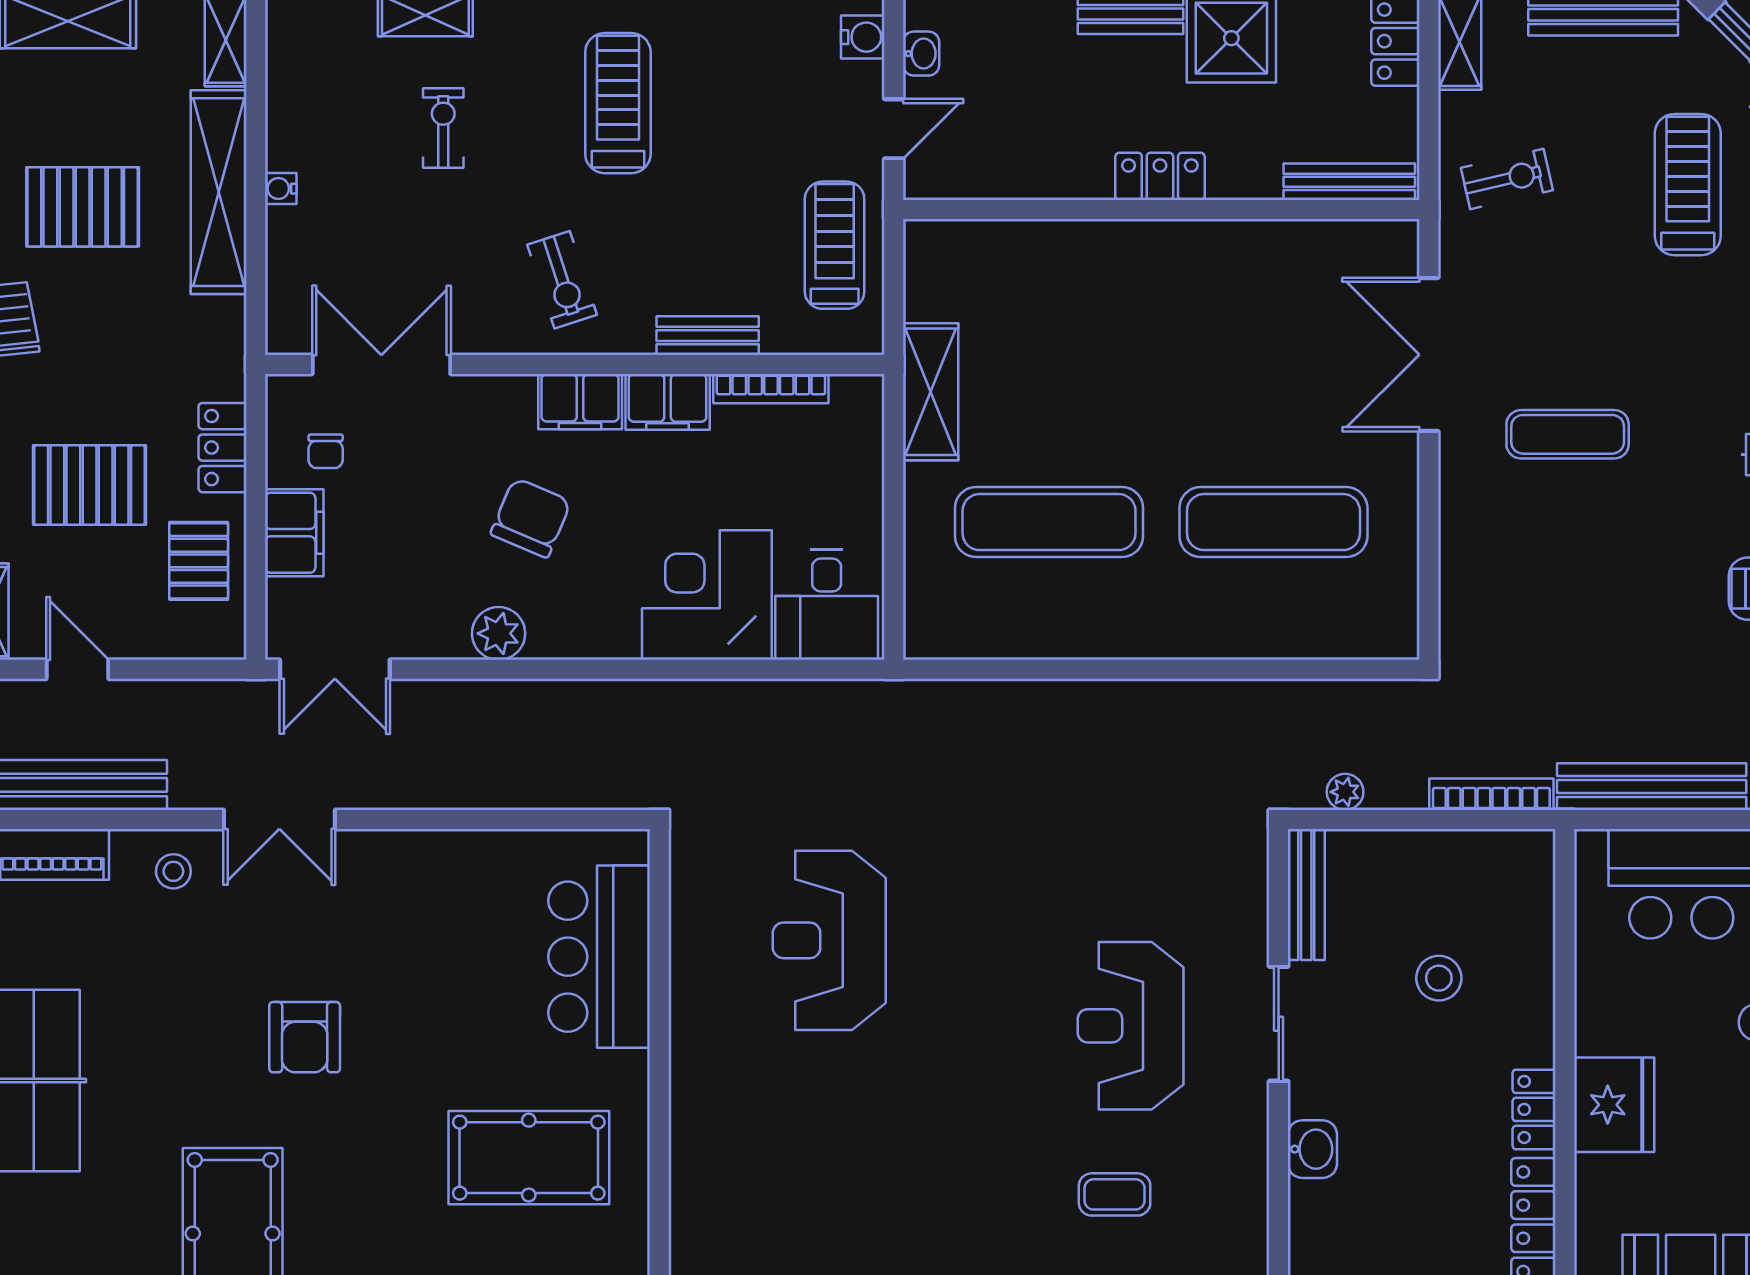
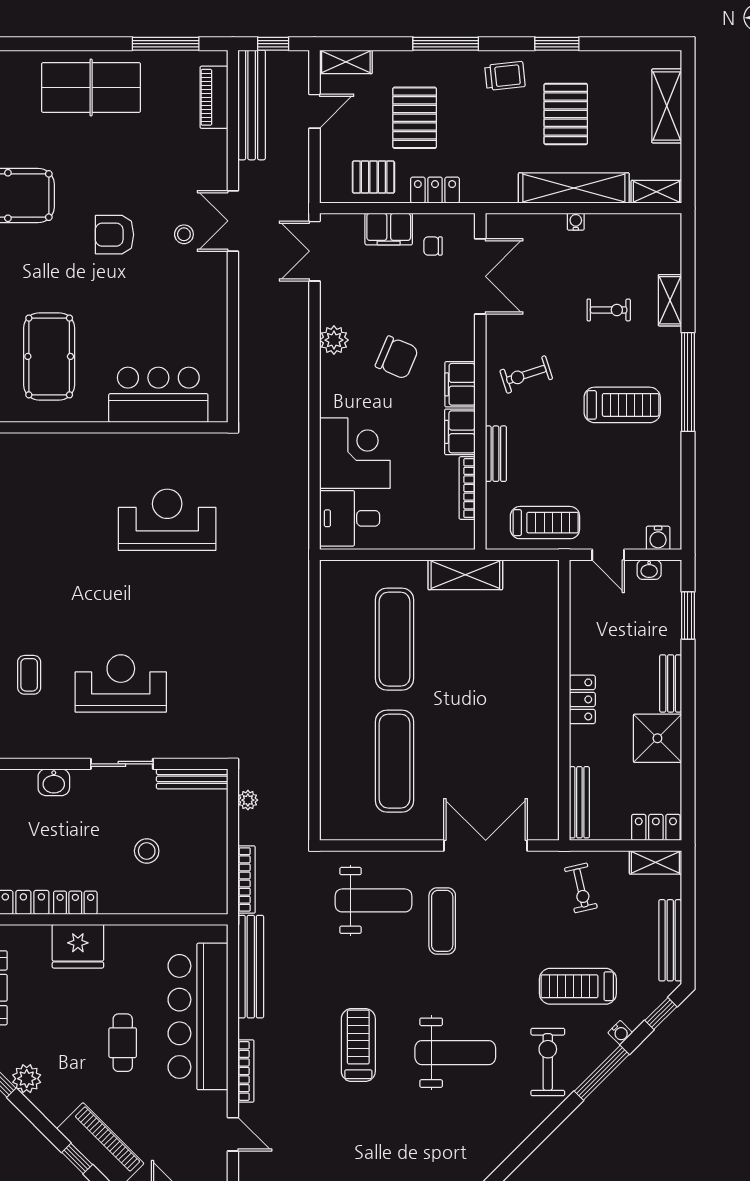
treadmill: (1688, 185) -> (578, 986), turned 180
weight bench: (1530, 561) -> (374, 900), added
stool: (173, 871) -> (184, 234), moved

